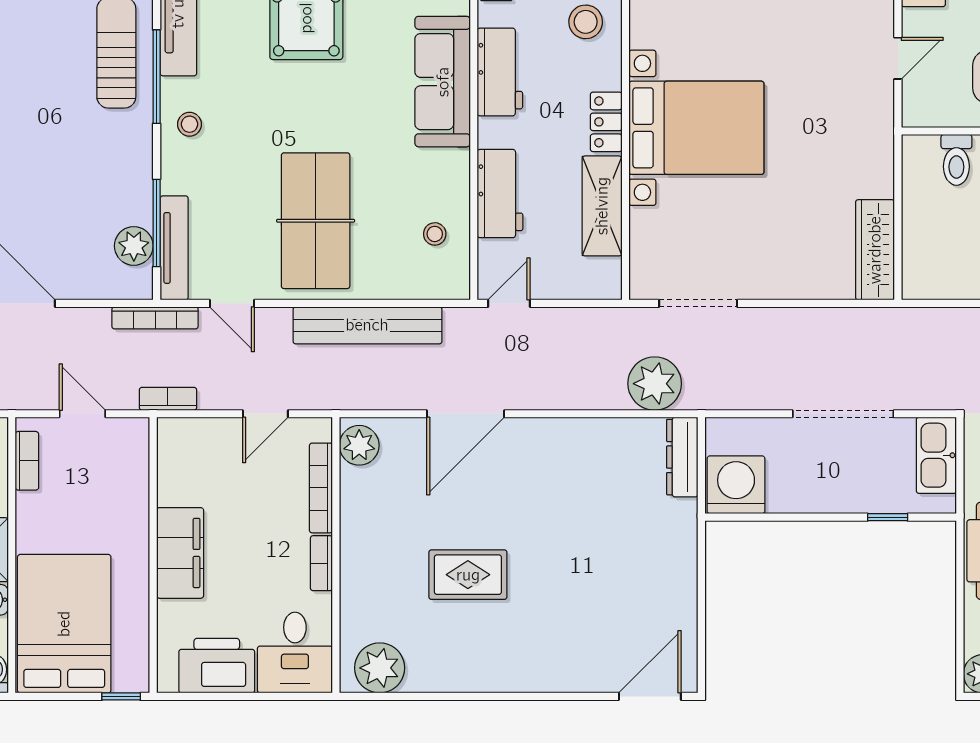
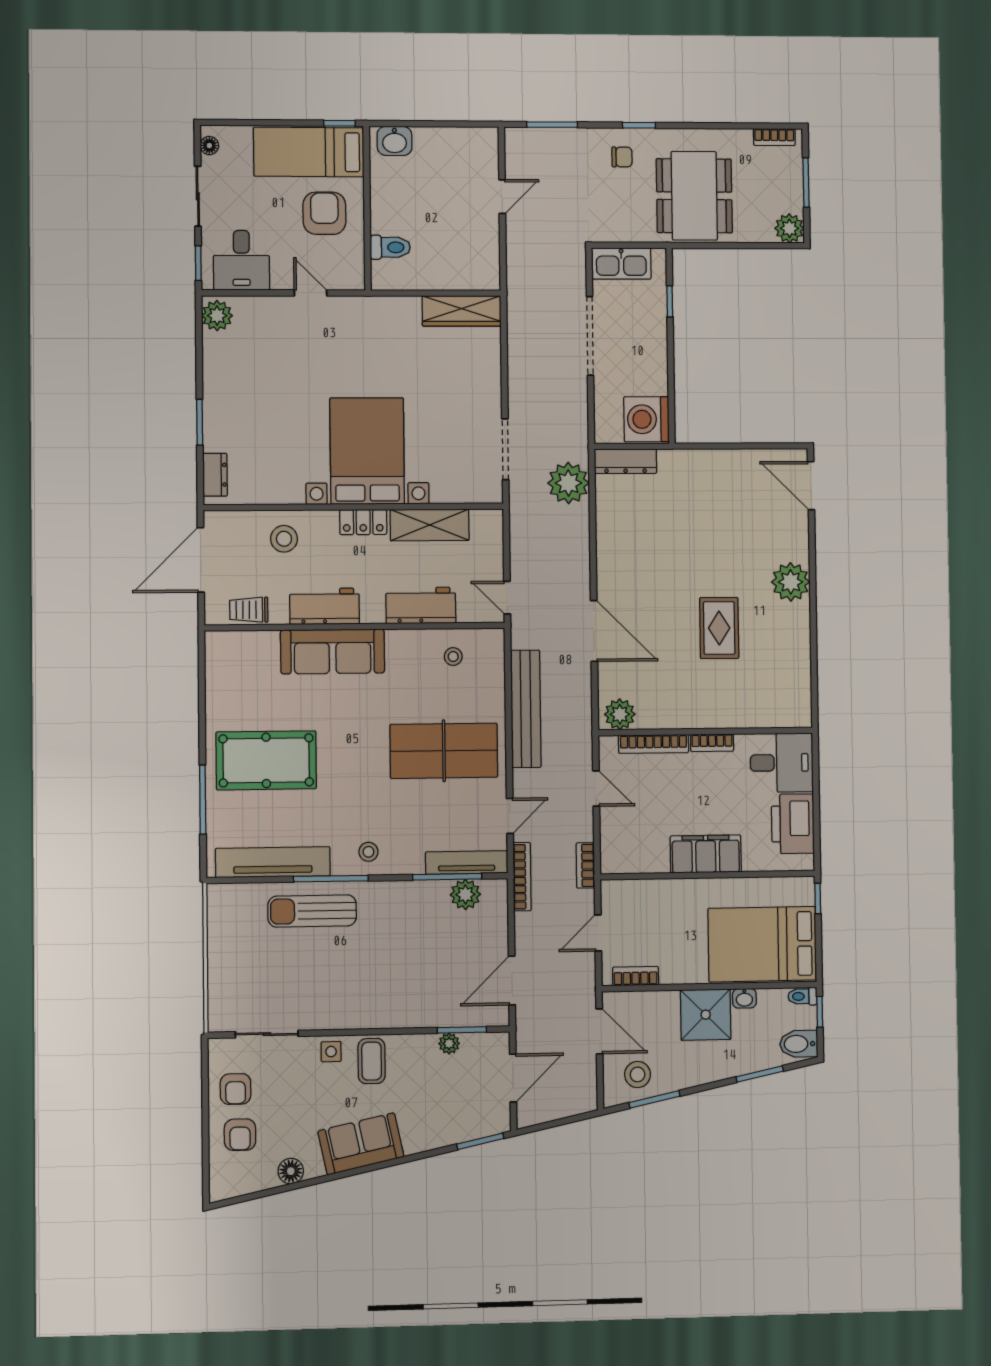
plant: (380, 668) -> (791, 582), moved

